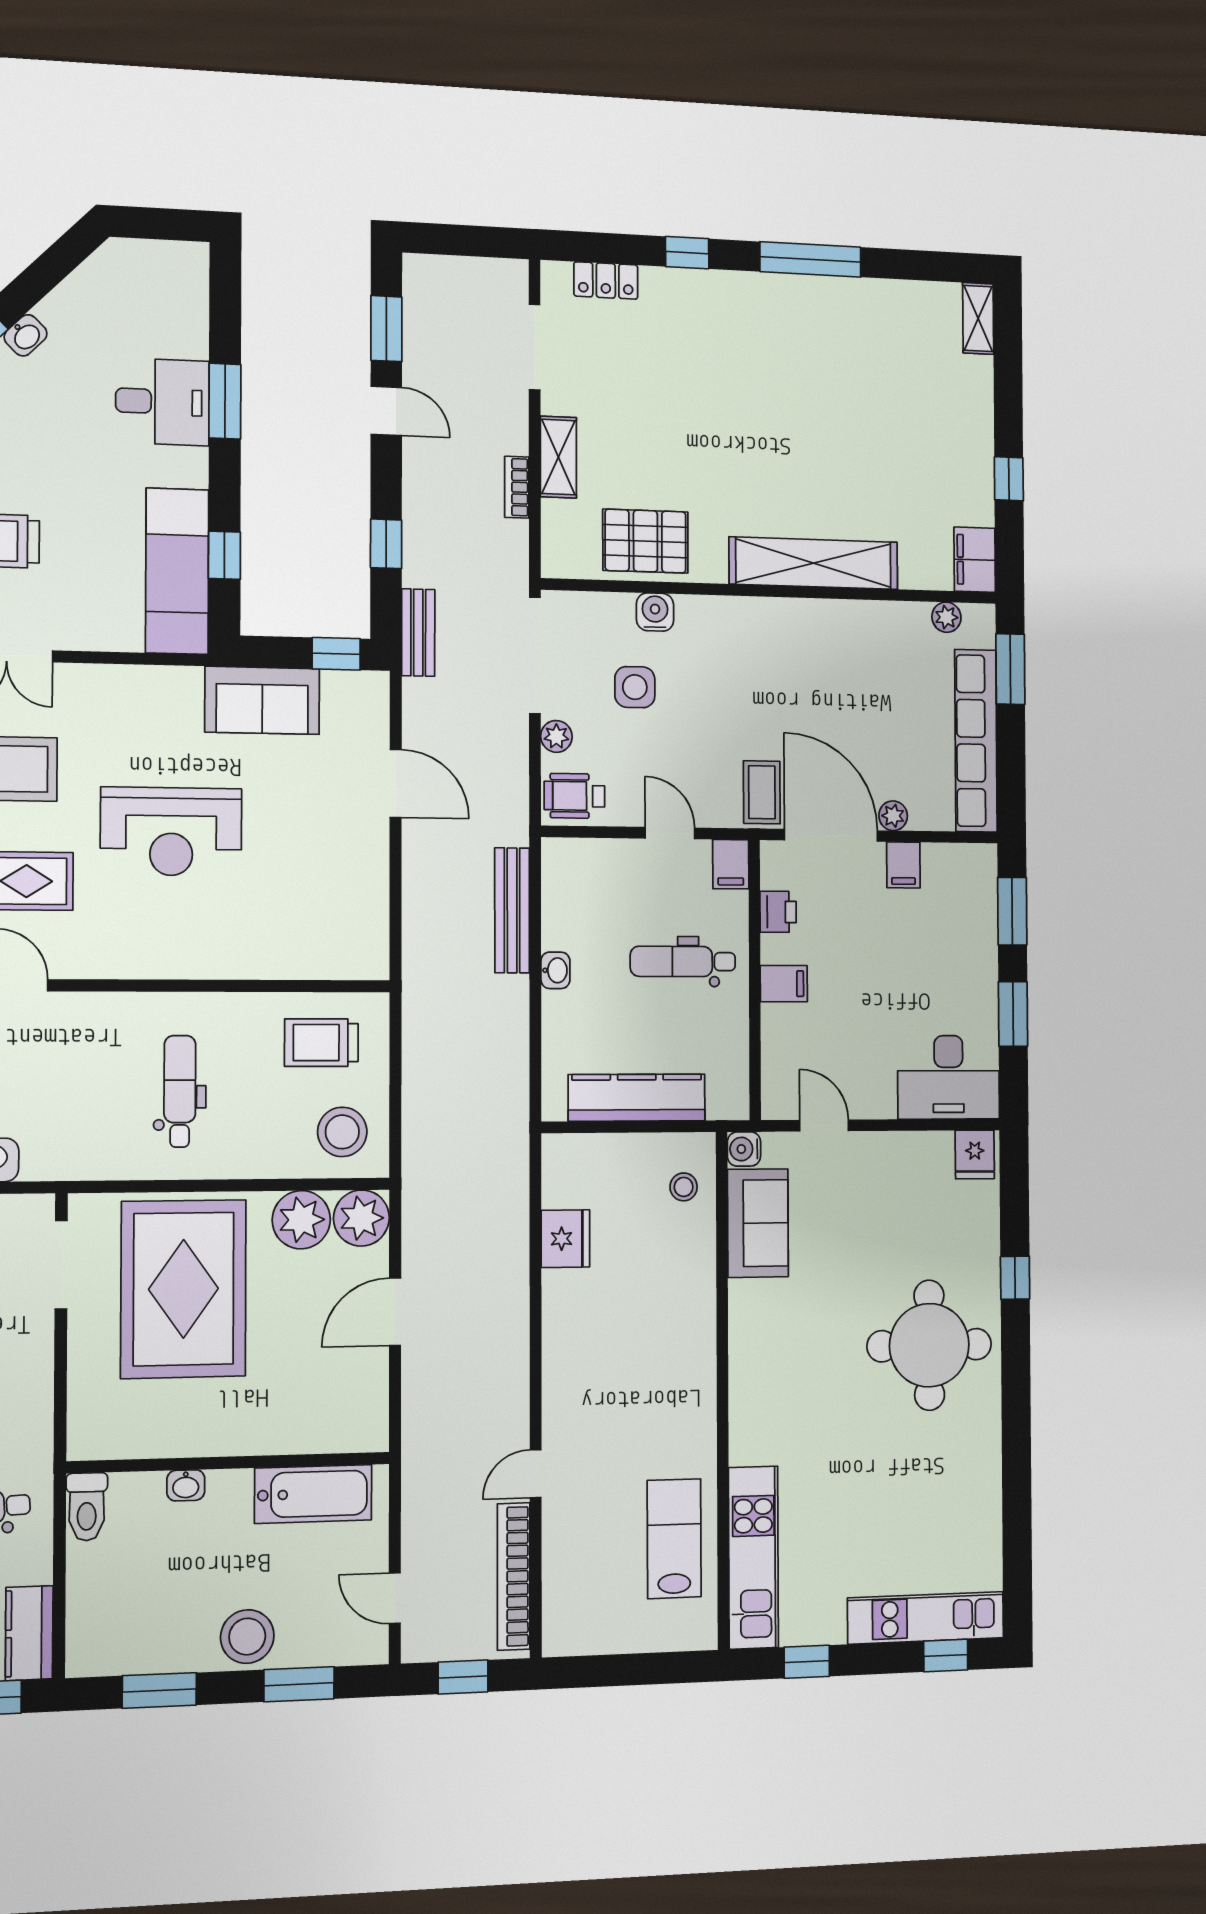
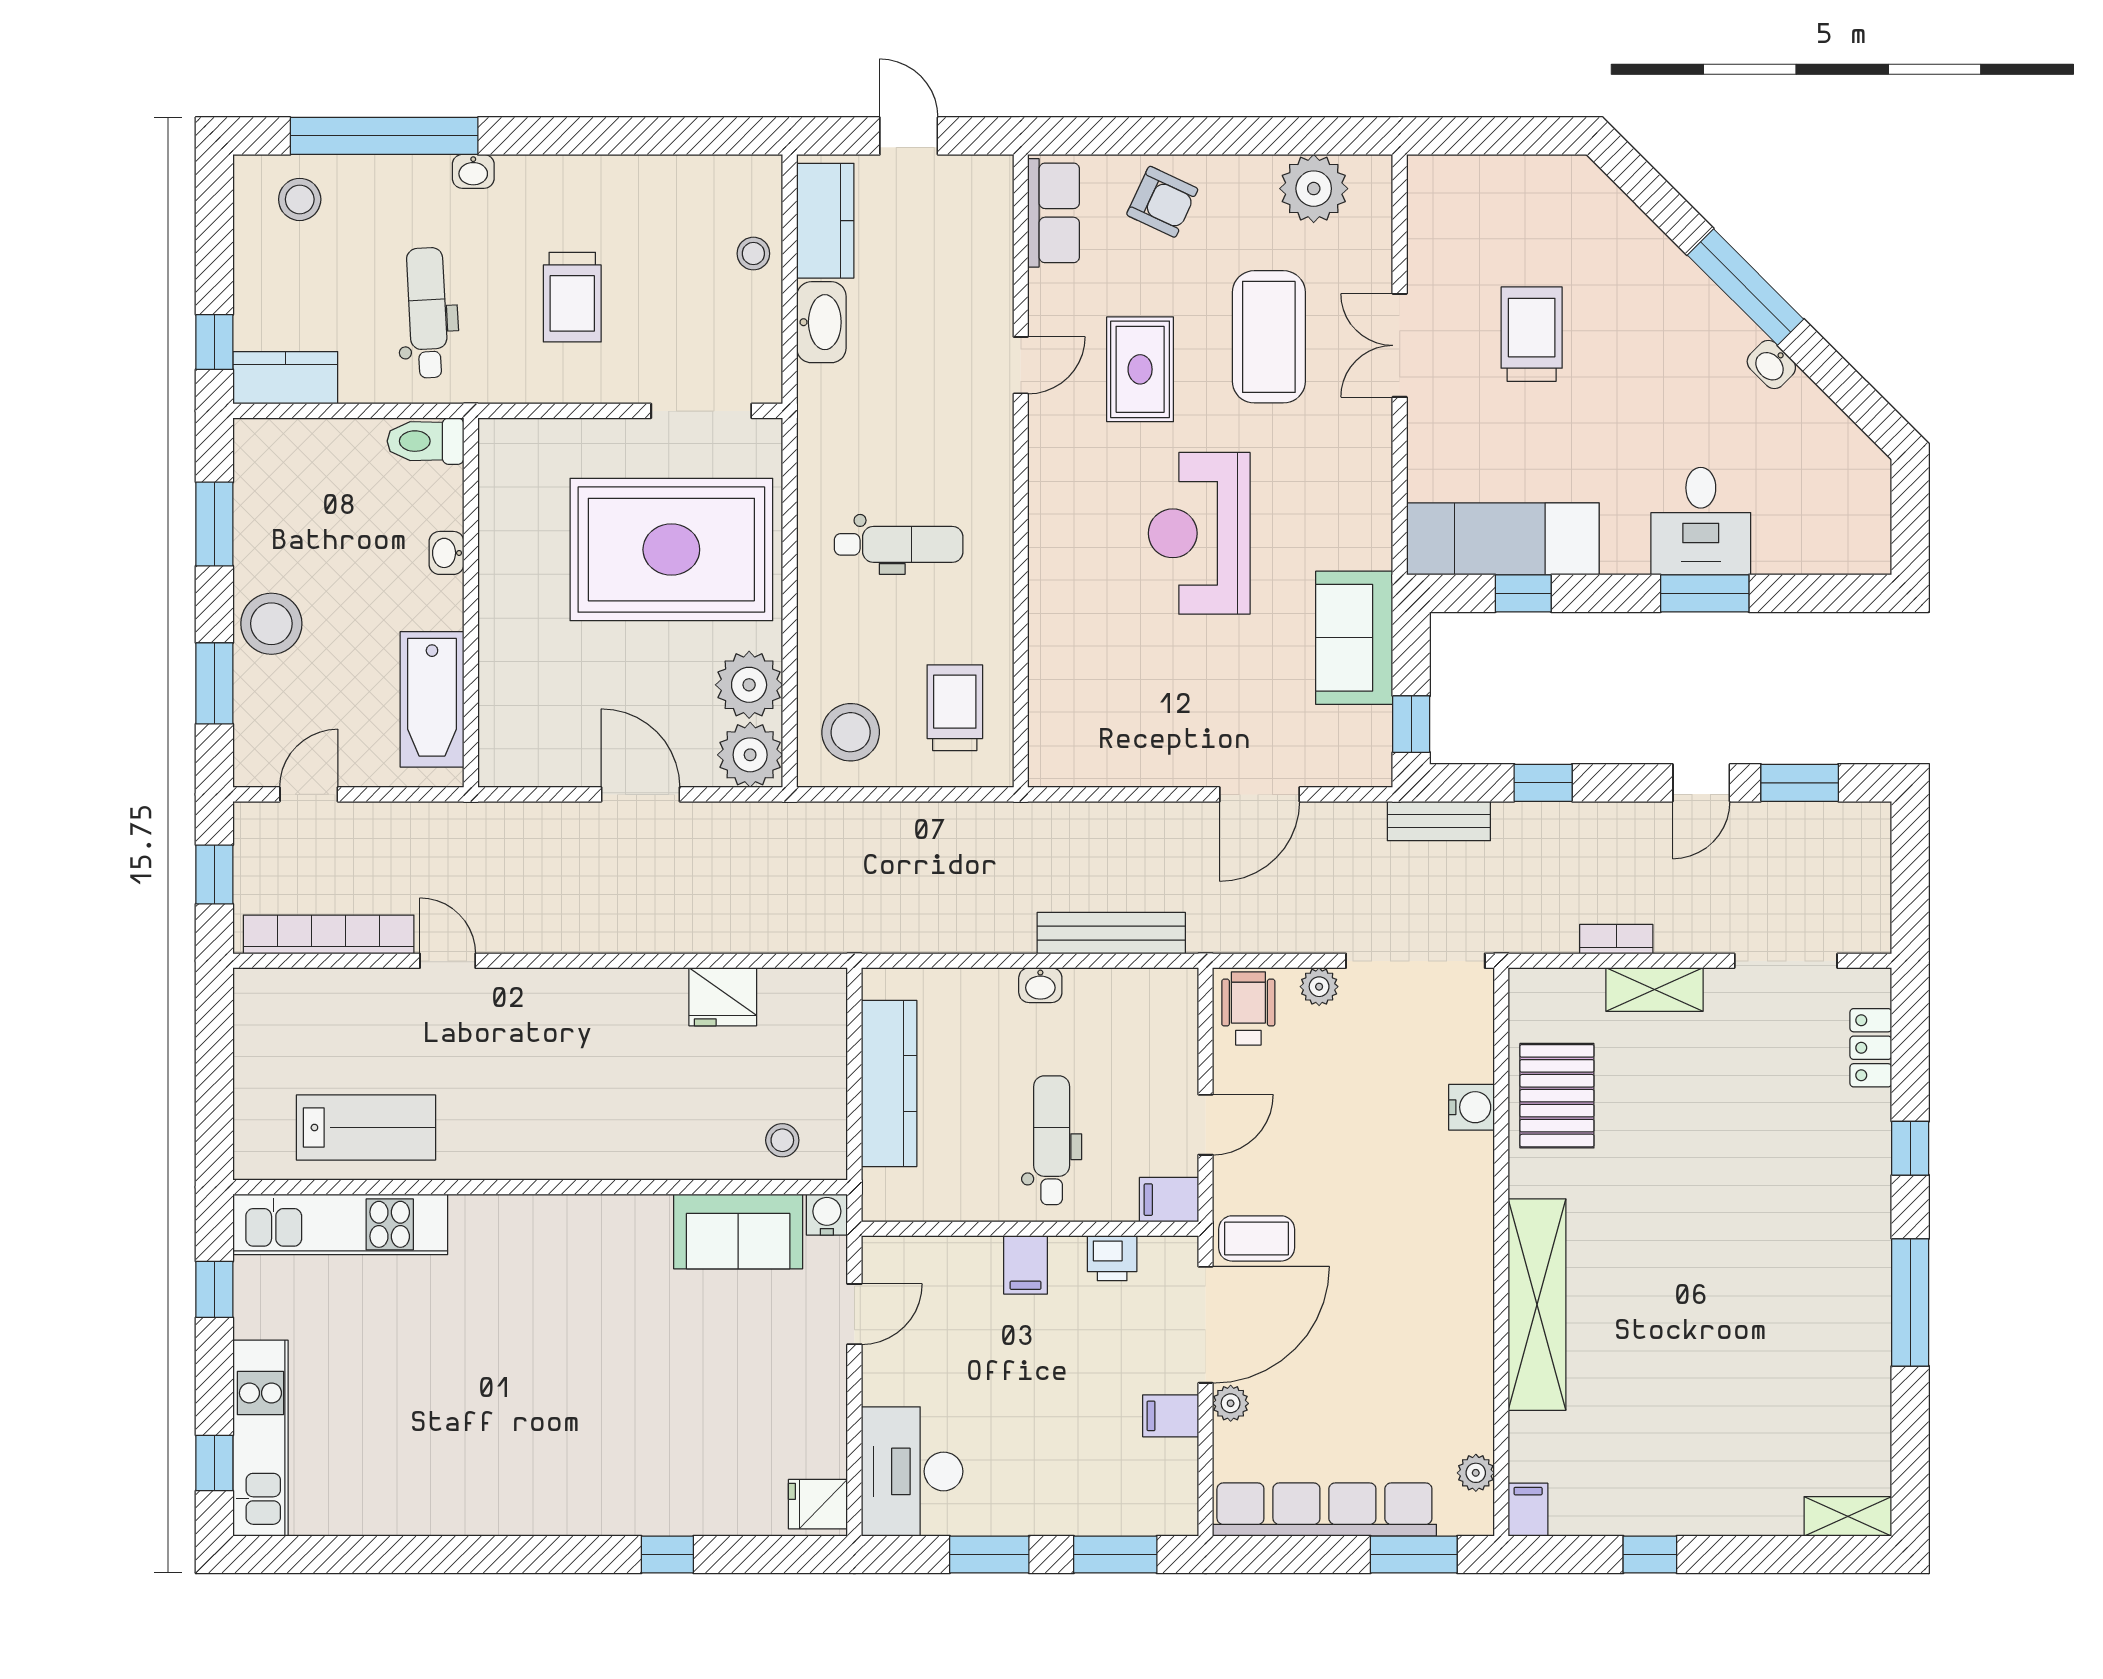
filing cabinet: (975, 560) -> (1528, 1510), width x0.50
side table: (635, 687) -> (1380, 1082), removed
round table: (929, 1345) -> (588, 1445), removed

